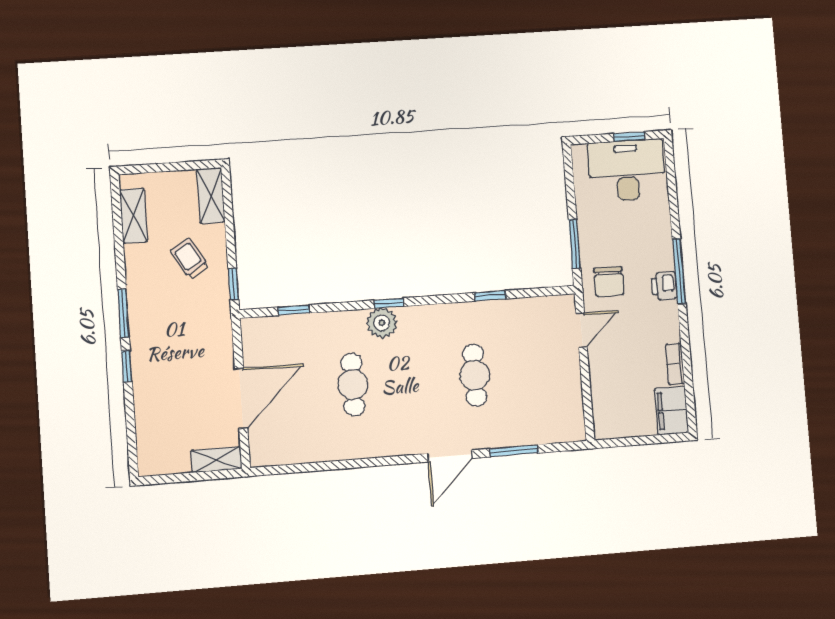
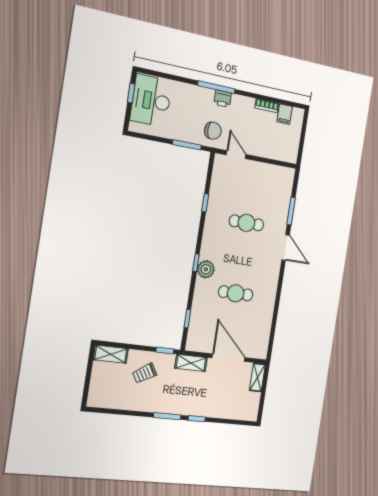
shelving: (133, 216) -> (191, 363), moved
filing cabinet: (671, 411) -> (285, 114), width x0.50

